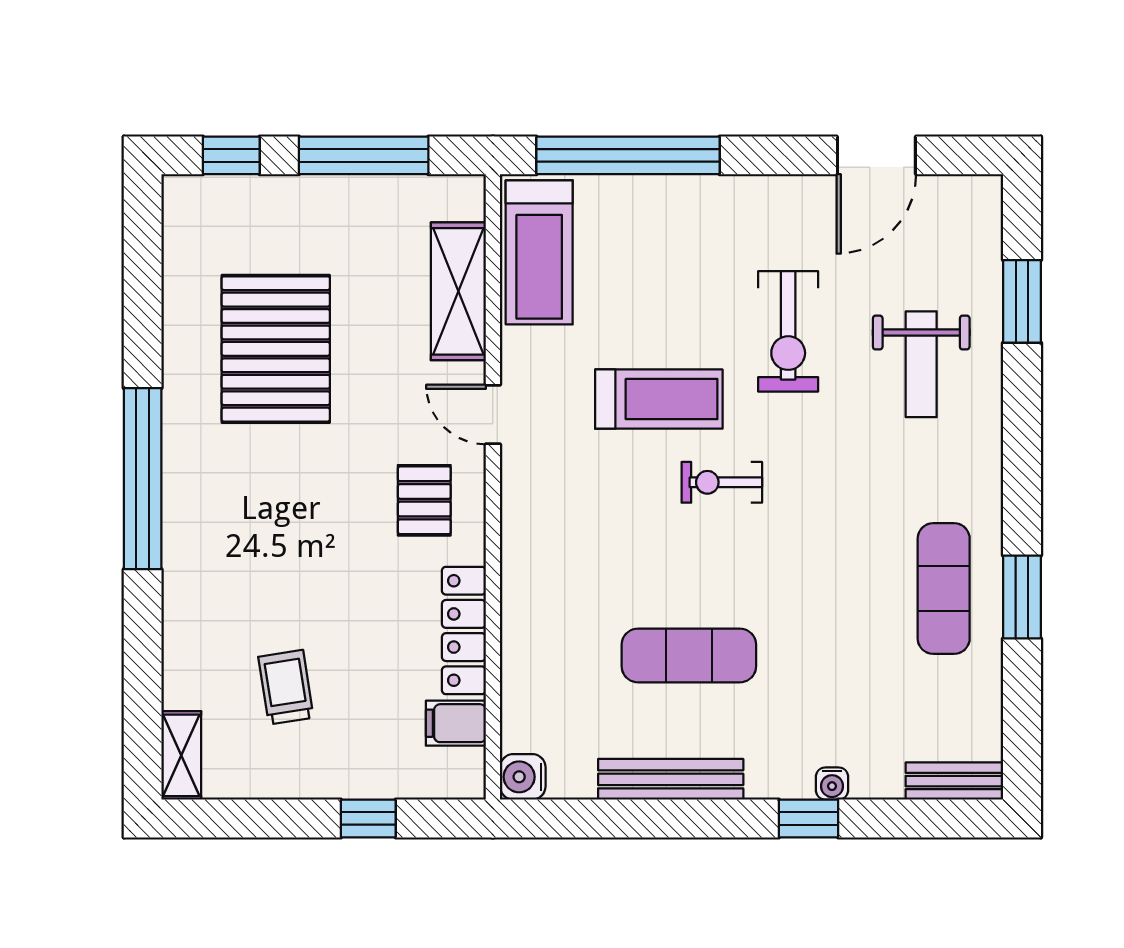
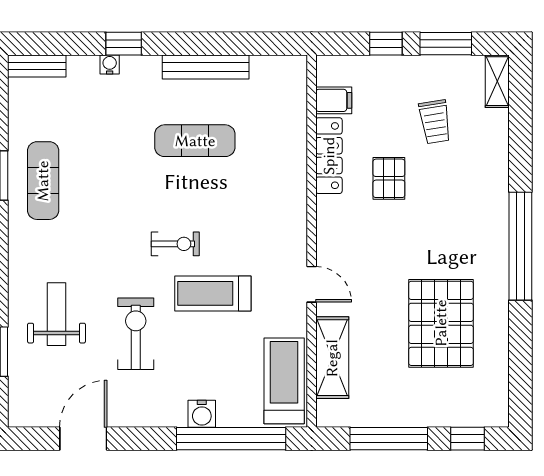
pallet: (424, 500) -> (389, 178), moved
water cooler: (523, 777) -> (202, 414), moved, turned 90
window: (268, 818) -> (446, 44), added

